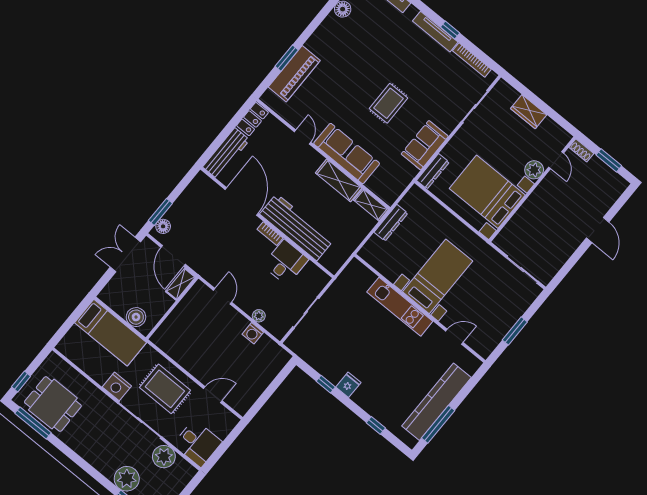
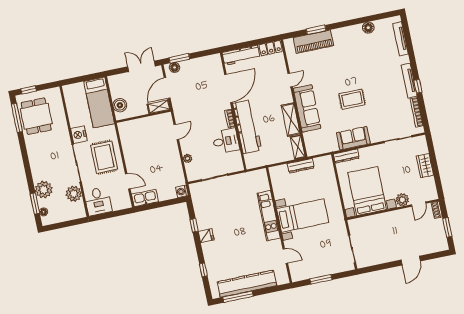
washing machine: (253, 333) -> (182, 191), moved
kitchen sink: (247, 398) -> (145, 198), added

